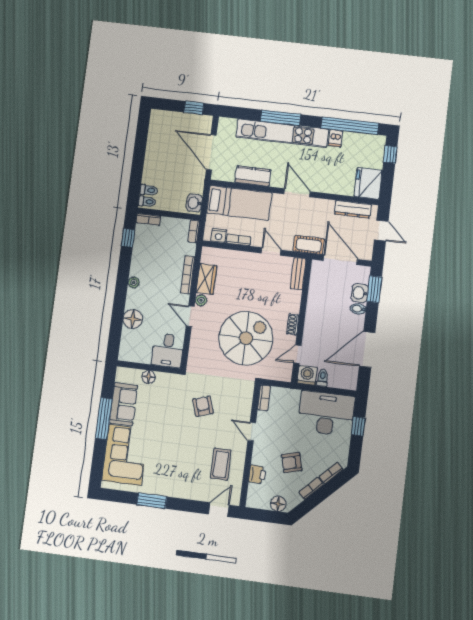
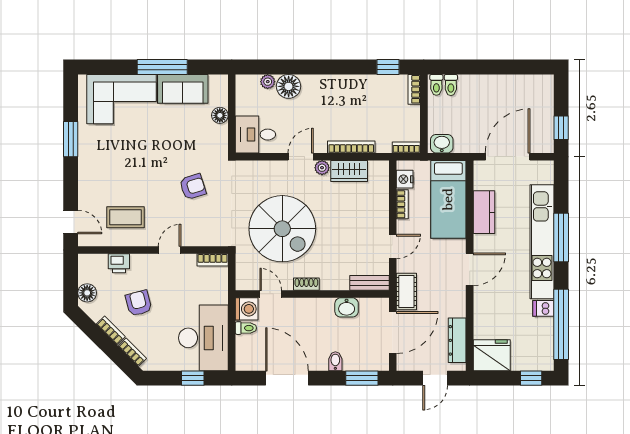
plant: (134, 282) -> (268, 82), moved
washbasin: (360, 293) -> (347, 307), moved, turned 180

